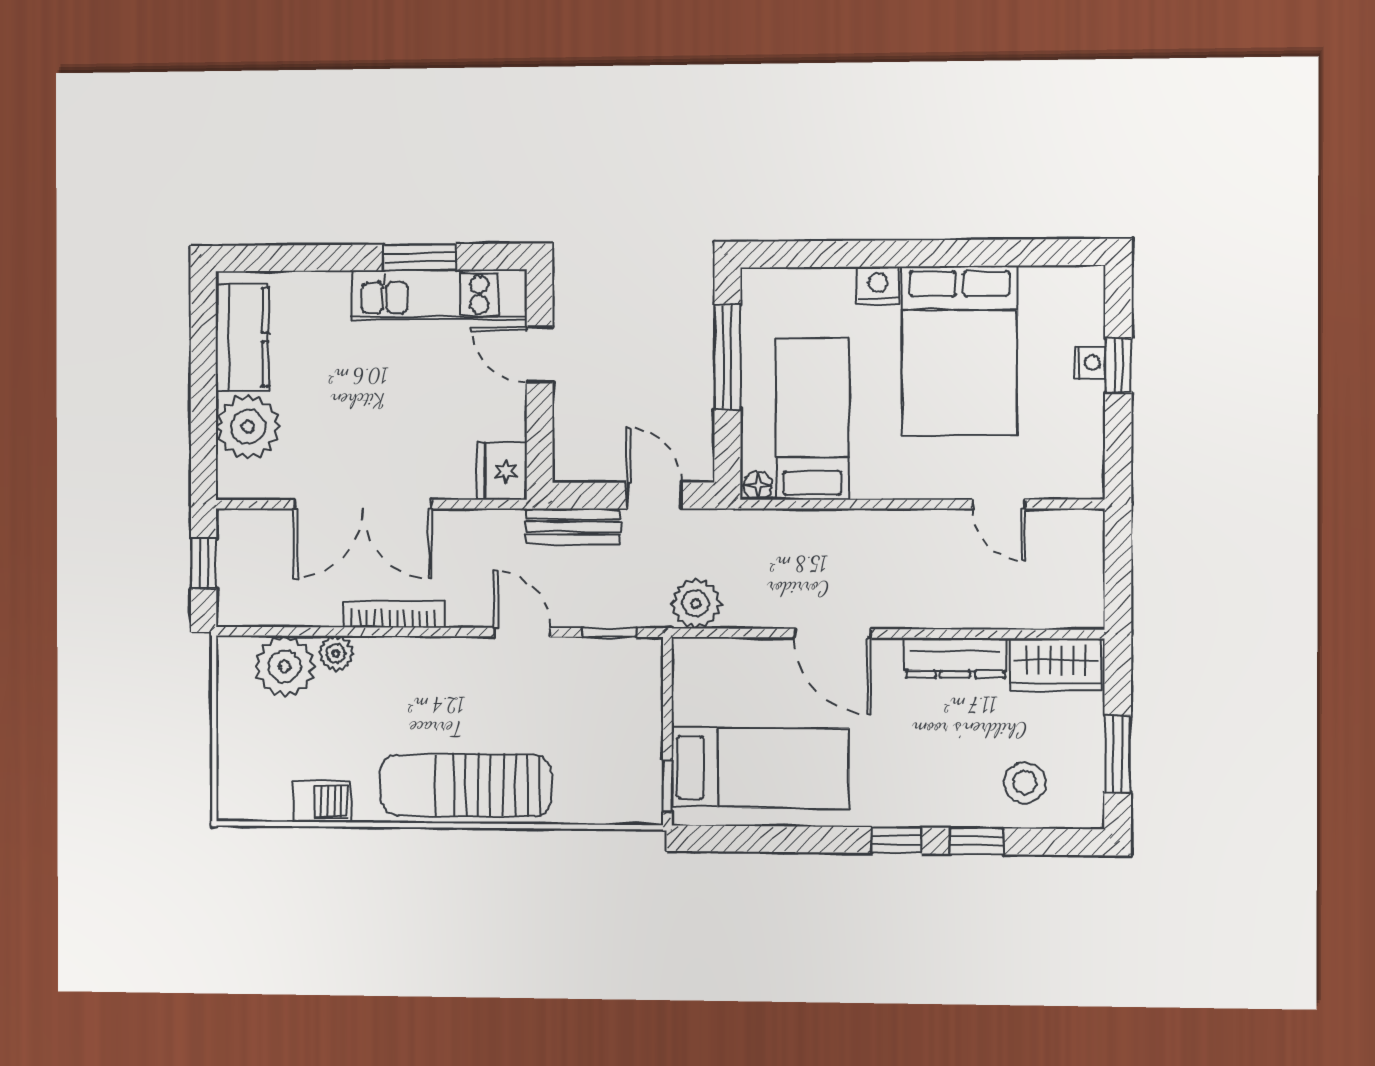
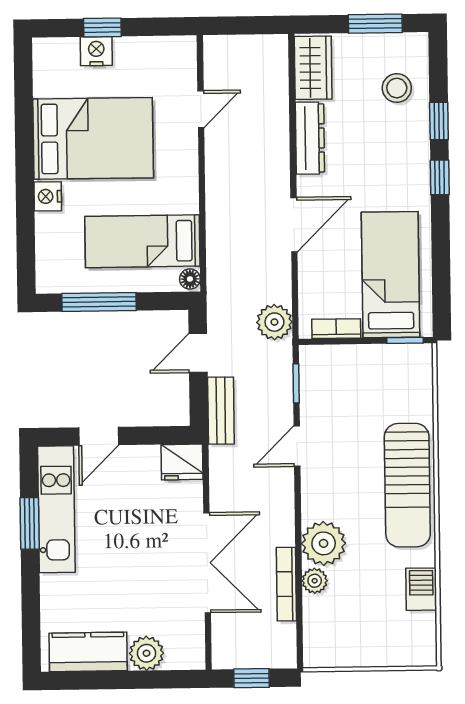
nightstand: (1090, 363) -> (96, 51), width x1.39, depth x1.35
plant: (248, 427) -> (146, 653), width x0.73, depth x0.73
bookcase: (393, 614) -> (286, 584), moved
plant: (285, 666) -> (324, 543), moved
bookcase: (685, 690) -> (336, 329), added

